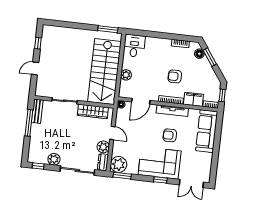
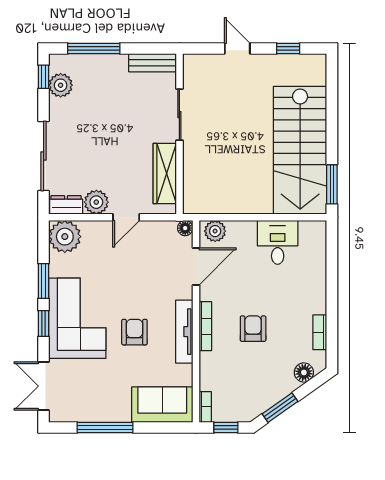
desk: (134, 46) -> (278, 242), moved, turned -90
window: (210, 57) -> (280, 408), moved
stairs: (105, 72) -> (300, 150), moved, turned -90
plant: (126, 75) -> (215, 231), moved
filing cabinet: (193, 99) -> (212, 371), removed
door: (141, 101) -> (196, 267), swing flipped
window: (29, 123) -> (94, 48), moved
sofa: (207, 131) -> (162, 405), width x0.73
window: (215, 155) -> (105, 427), added
plant: (54, 159) -> (61, 85), moved
window: (122, 176) -> (44, 281), moved

